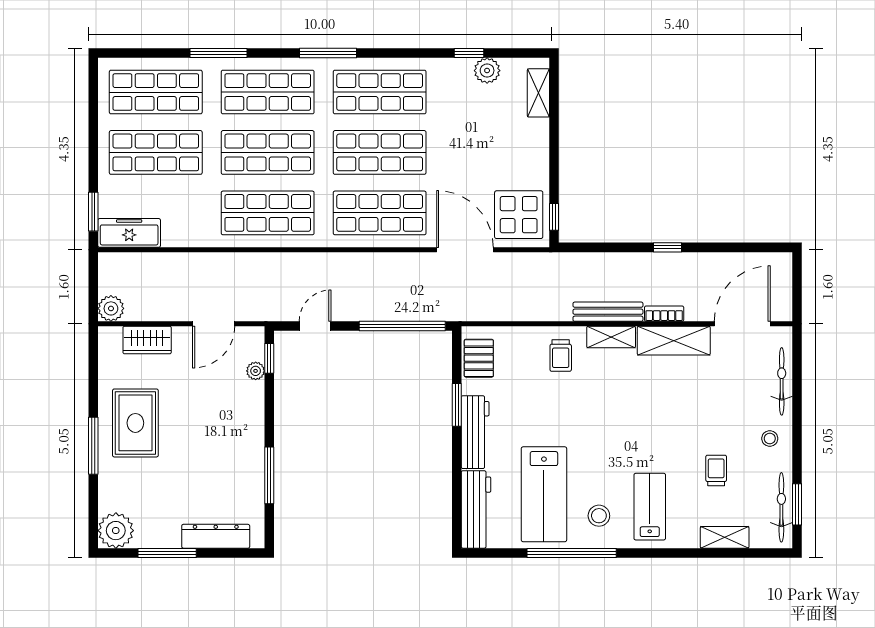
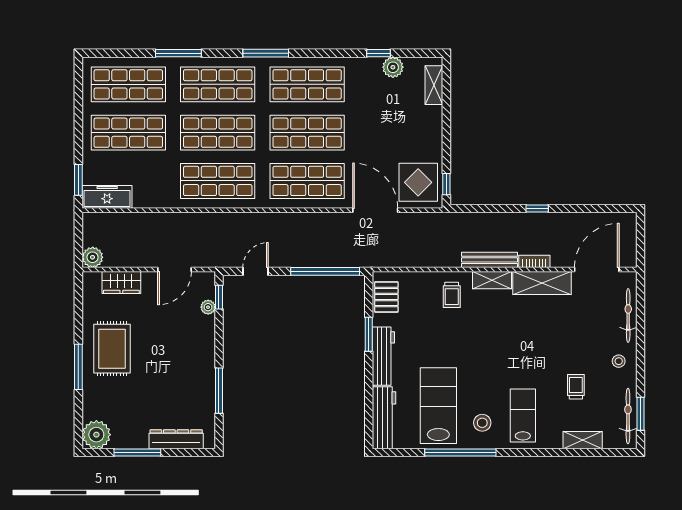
lab bench: (544, 494) -> (438, 406), turned 180

